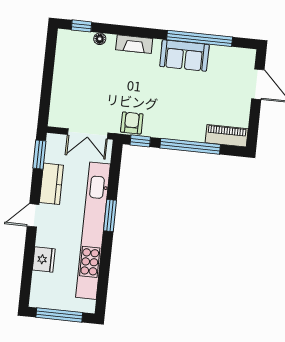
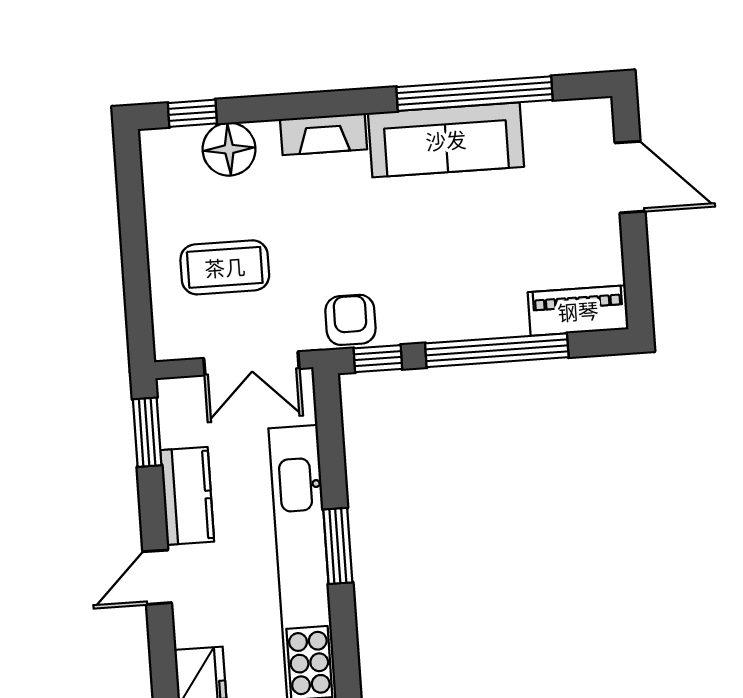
floor lamp: (100, 39) -> (229, 149), width x1.89, depth x1.89
sofa: (184, 55) -> (446, 140), width x1.36
coffee table: (84, 92) -> (225, 267), added

